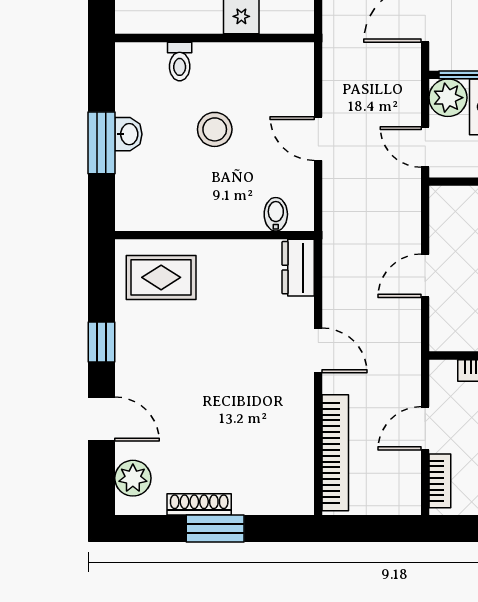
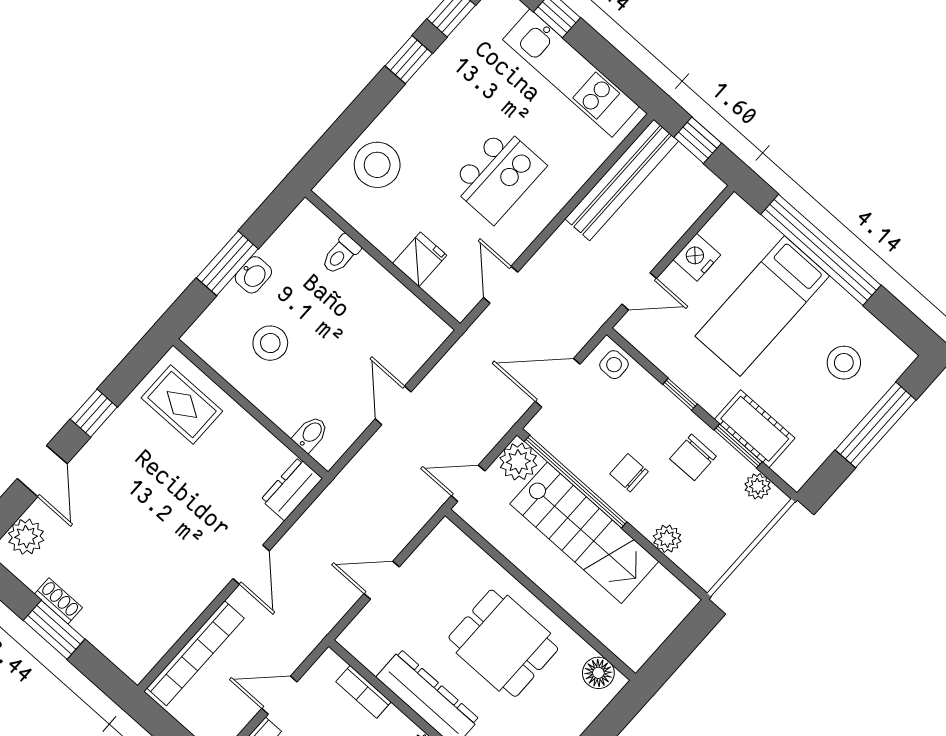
stool: (215, 129) -> (270, 343), moved
door: (425, 147) -> (468, 483), hinge flipped
shoe rack: (199, 504) -> (58, 601), width x0.70

